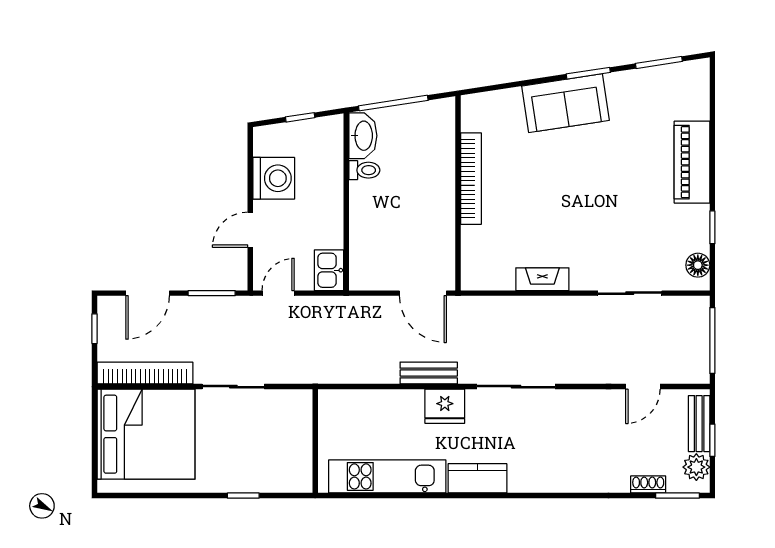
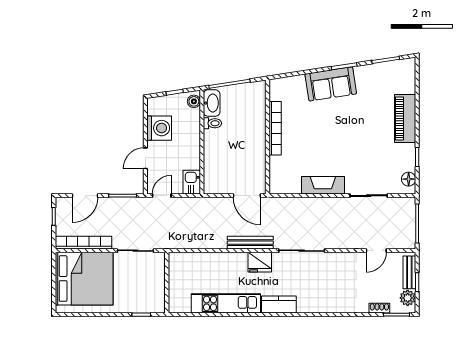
boiler: (333, 133) -> (194, 101), added
fireplace: (542, 279) -> (323, 185), width x1.37, depth x1.32
bench: (429, 373) -> (250, 243), width x1.36
wall: (315, 441) -> (167, 283), moved

